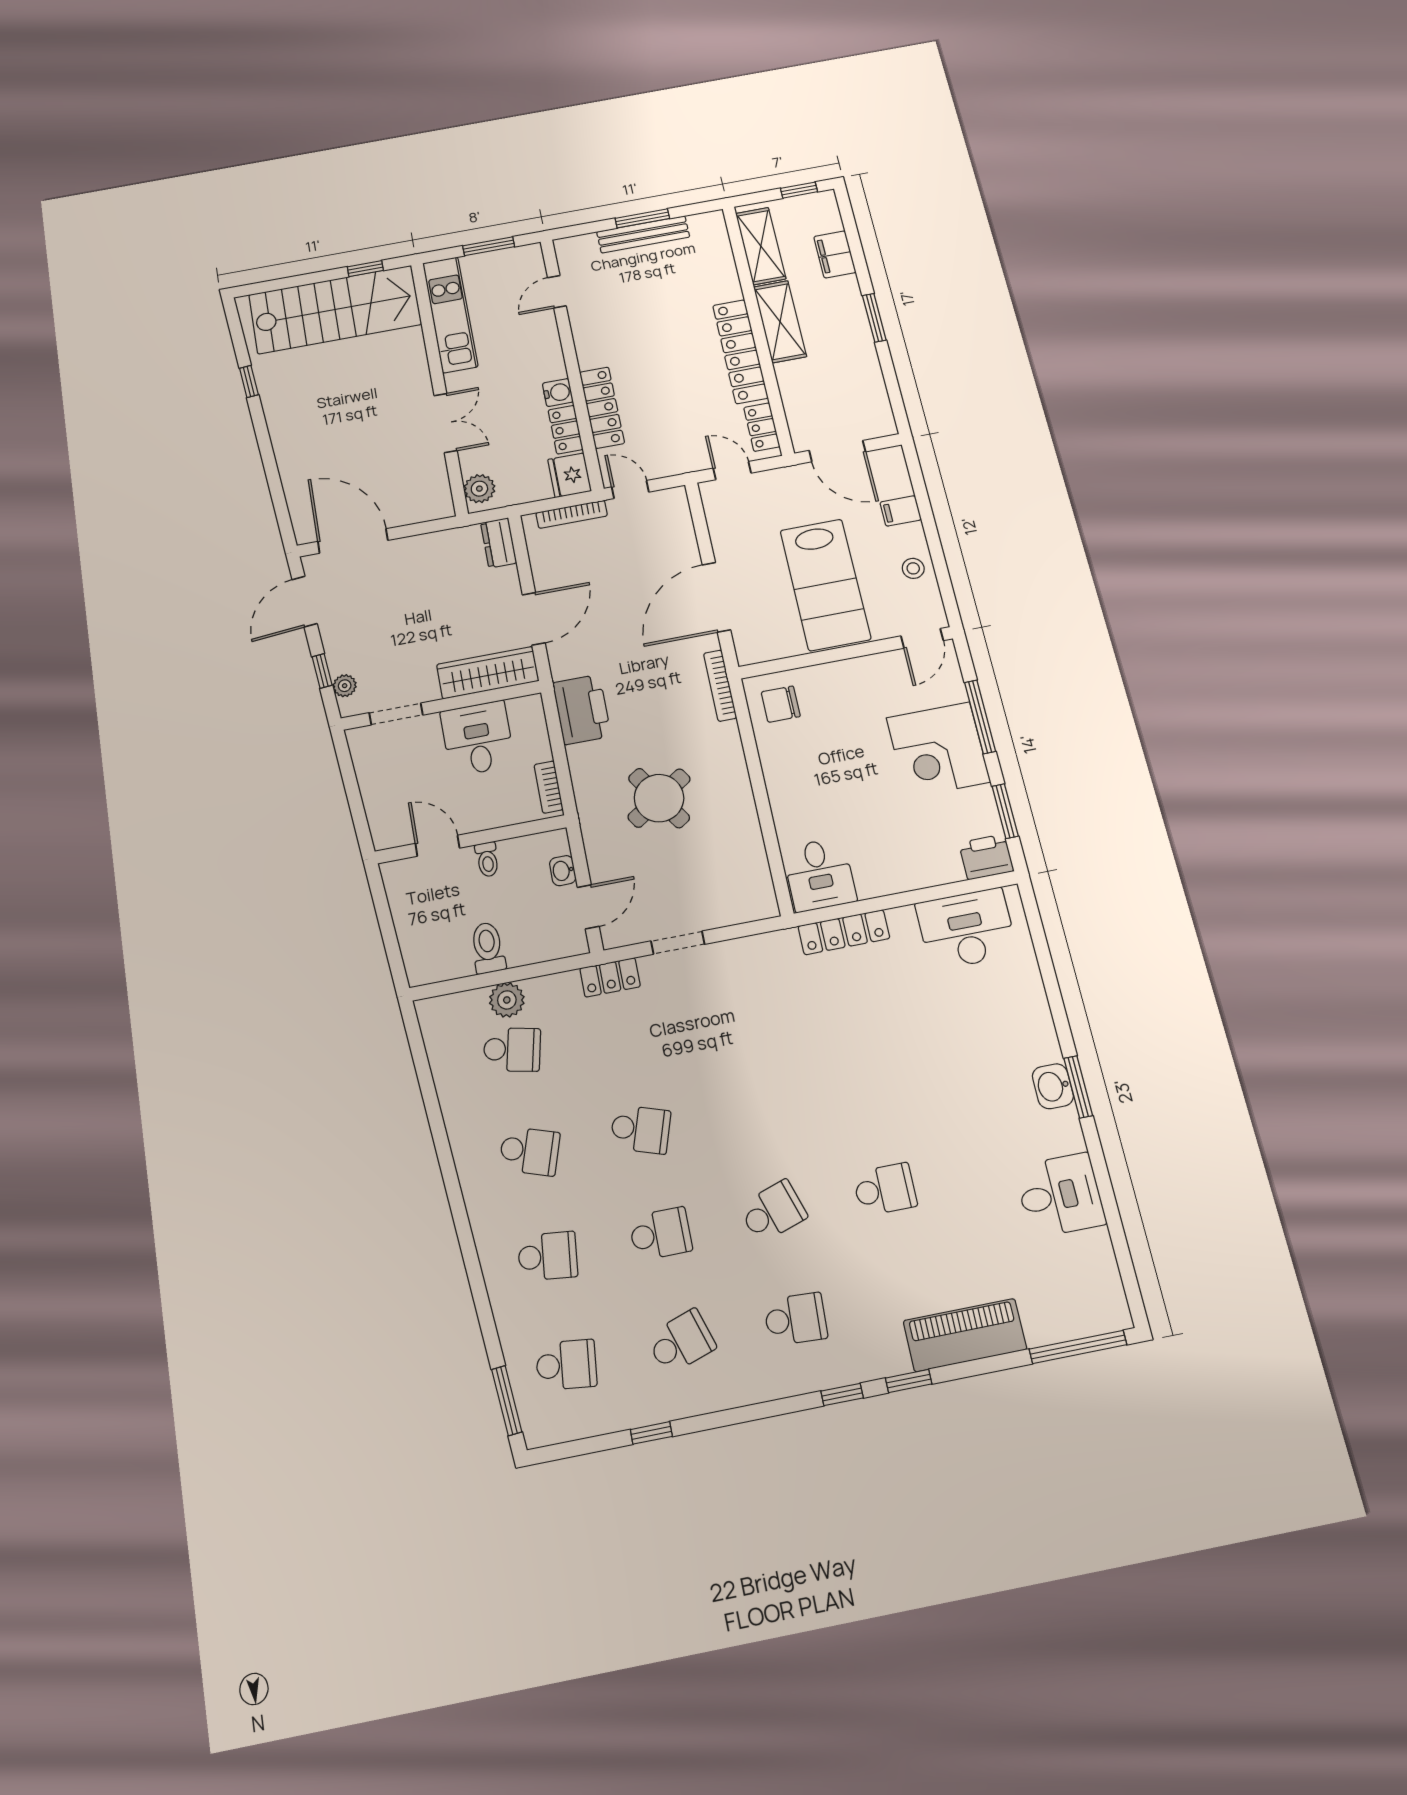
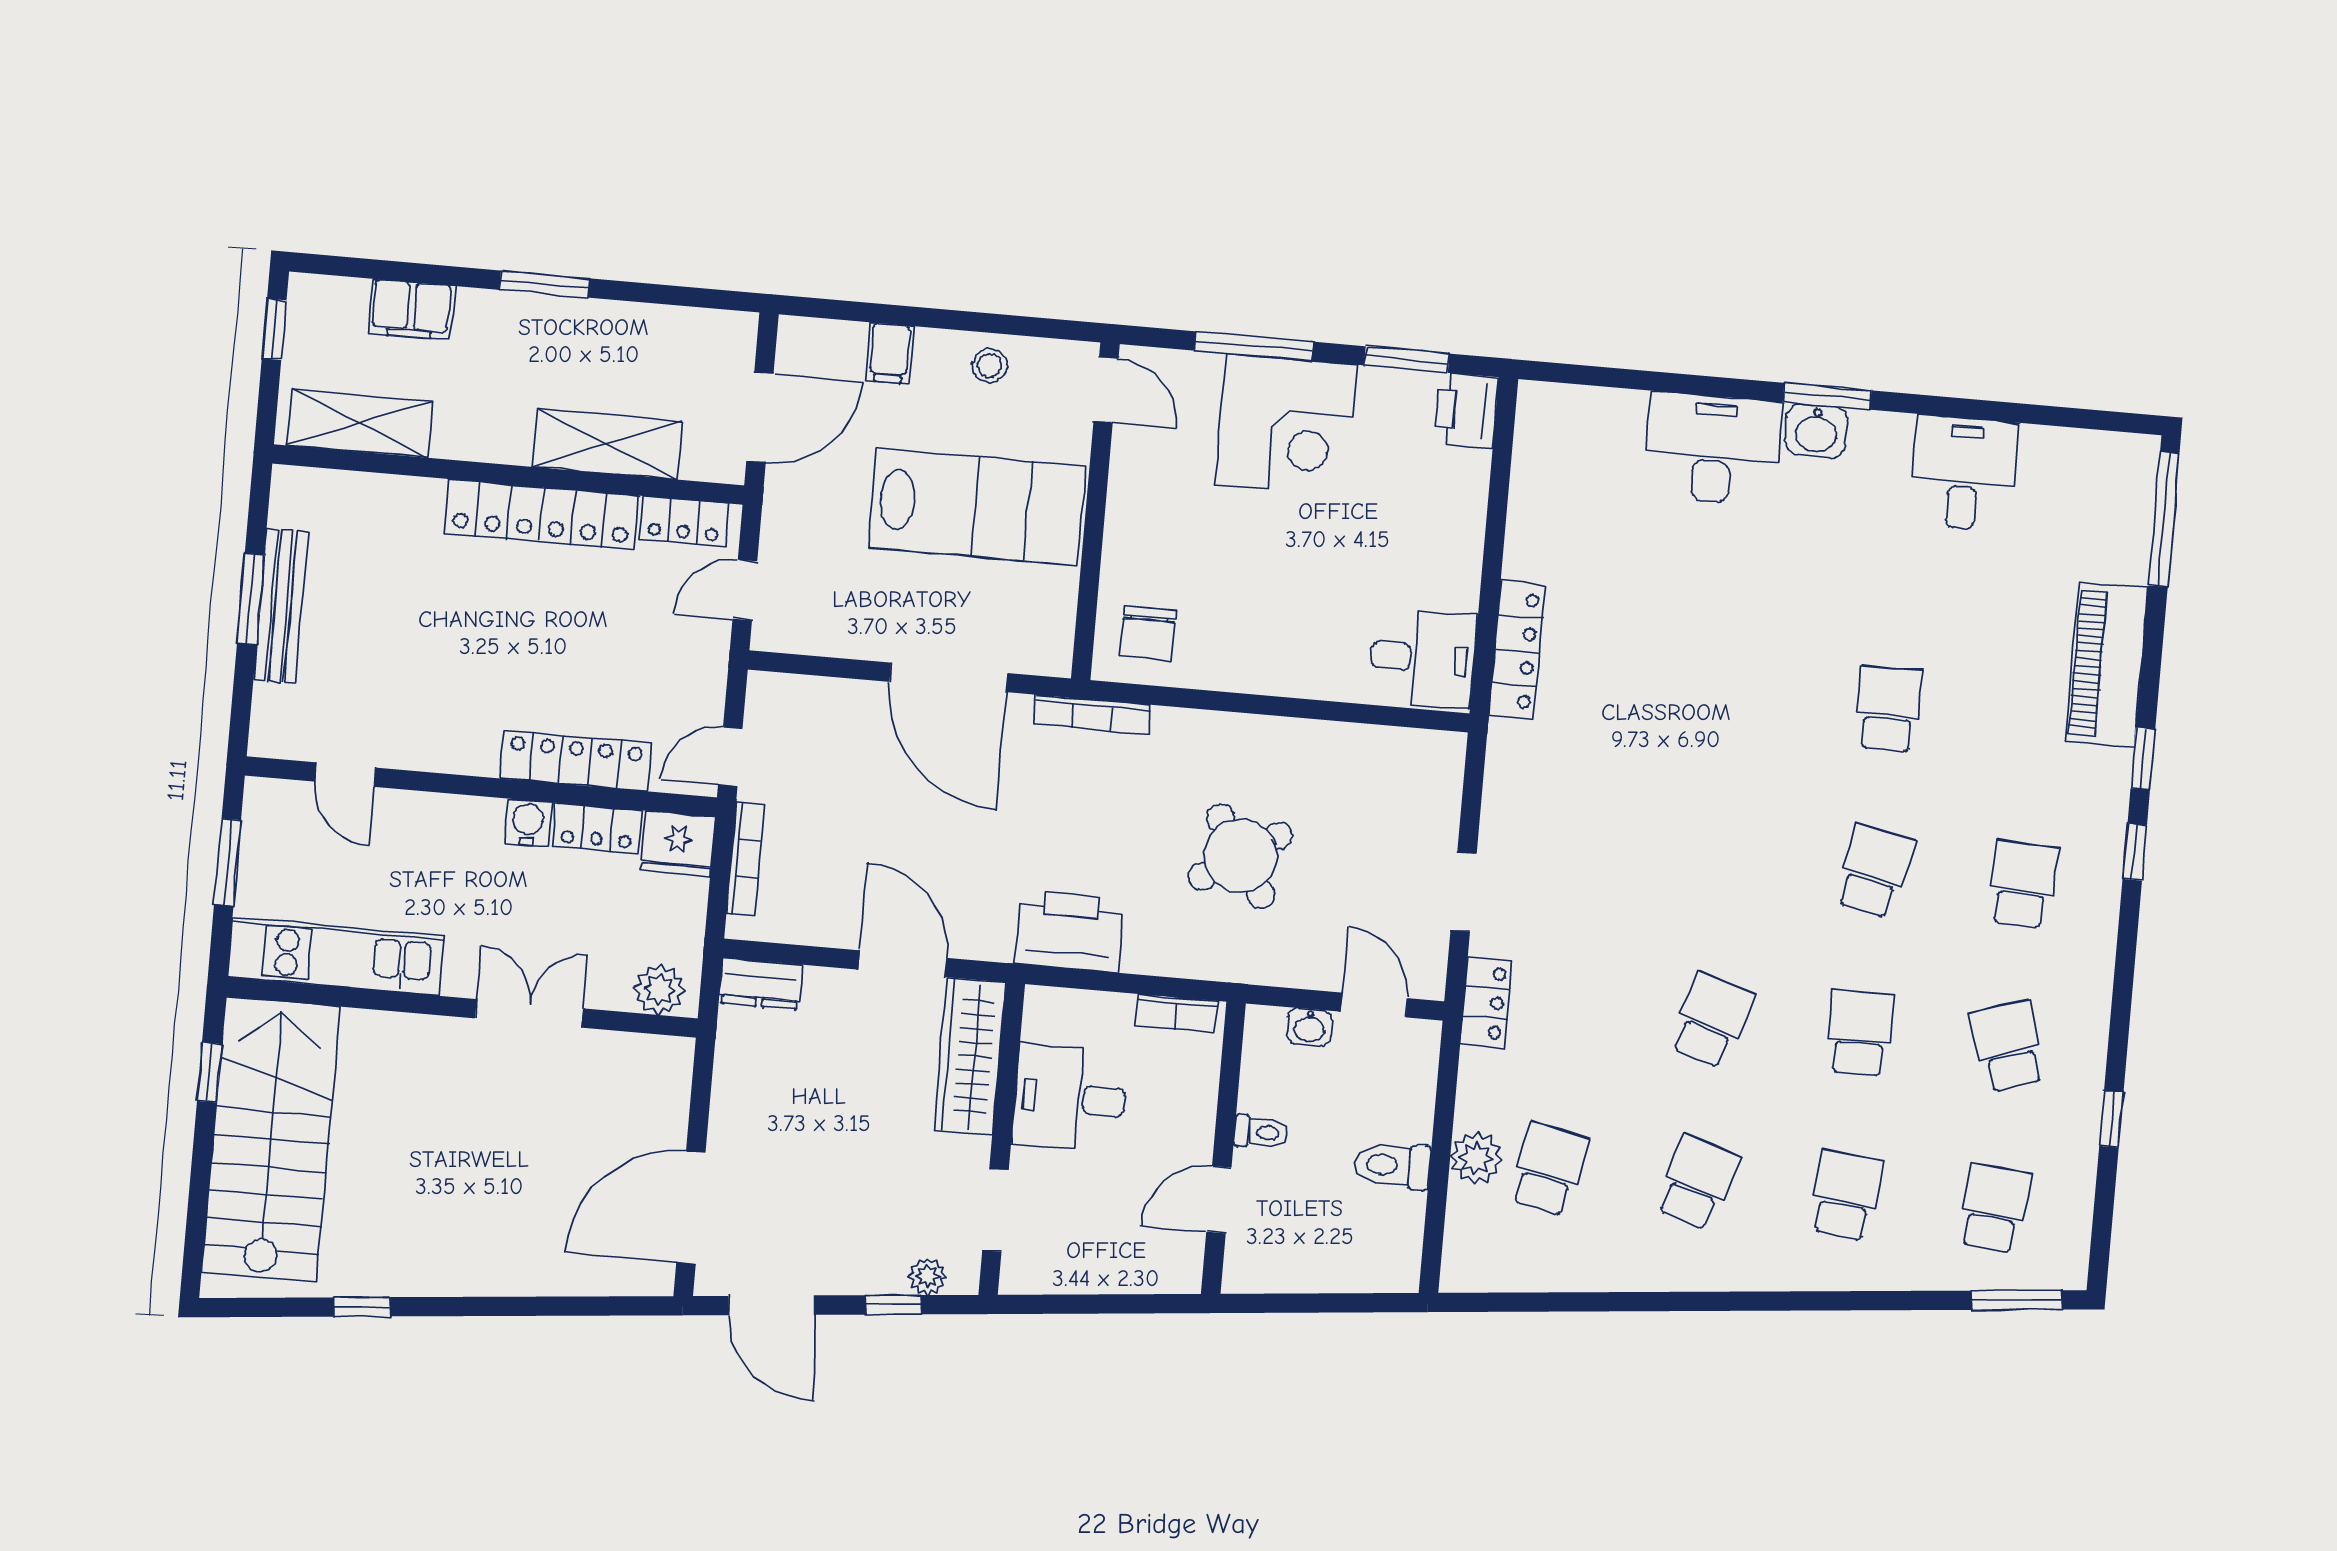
shelving: (780, 322) -> (607, 444), moved
desk: (966, 929) -> (1713, 449), moved, turned 90
school desk: (773, 1212) -> (1874, 871), turned 30

